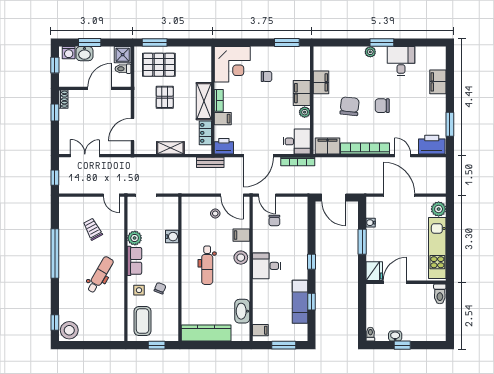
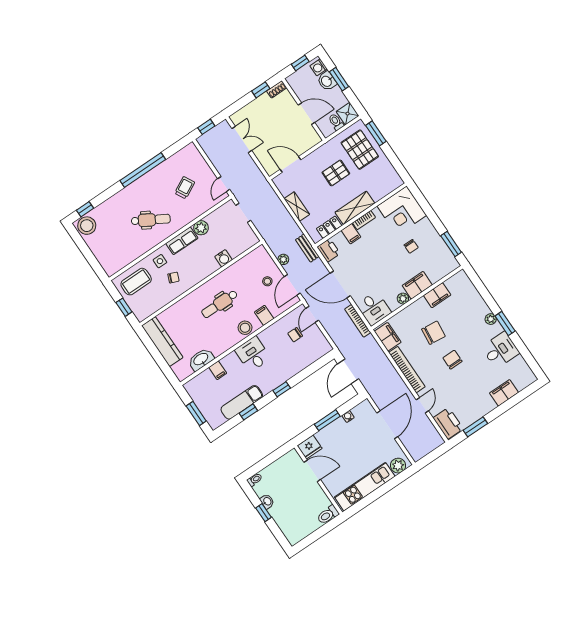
plant: (206, 188) -> (283, 259), added
filing cabinet: (260, 330) -> (218, 370), moved

